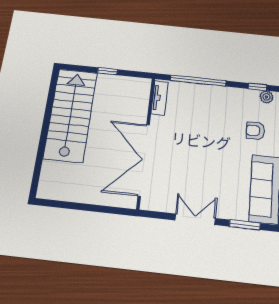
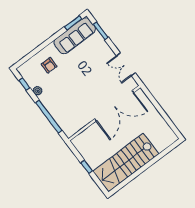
plant: (266, 97) -> (38, 91), moved
tv unit: (160, 98) -> (76, 127), removed
double door: (195, 219) -> (126, 64), moved

